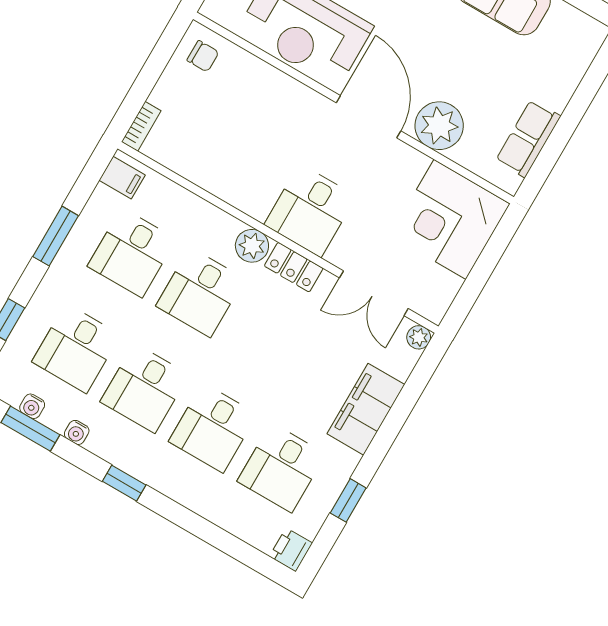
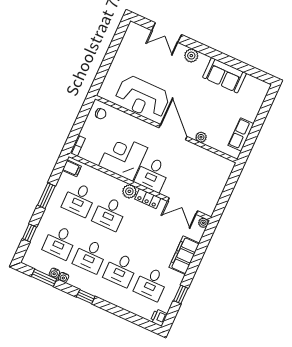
plant: (439, 126) -> (201, 137), width x0.53, depth x0.53
corner desk: (450, 219) -> (123, 157), moved, turned 90
water cooler: (32, 406) -> (54, 273), moved

